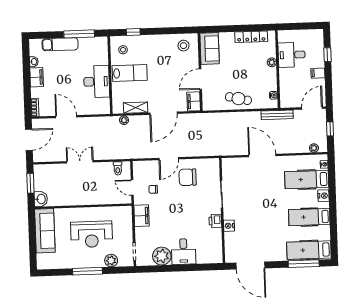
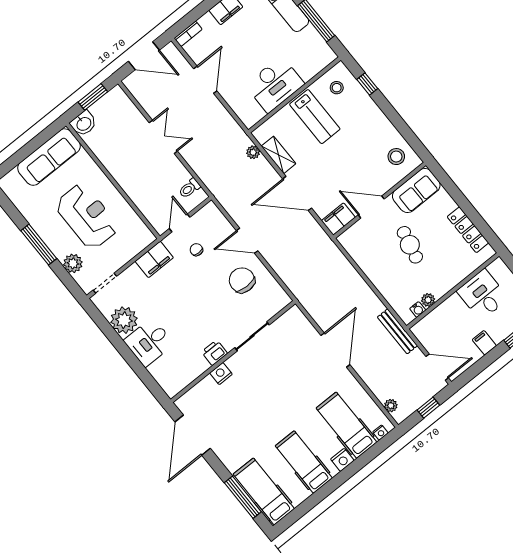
plant: (272, 62) -> (428, 300), moved
cafe table: (238, 99) -> (410, 245), moved
reception desk: (92, 234) -> (87, 216), turned 180

